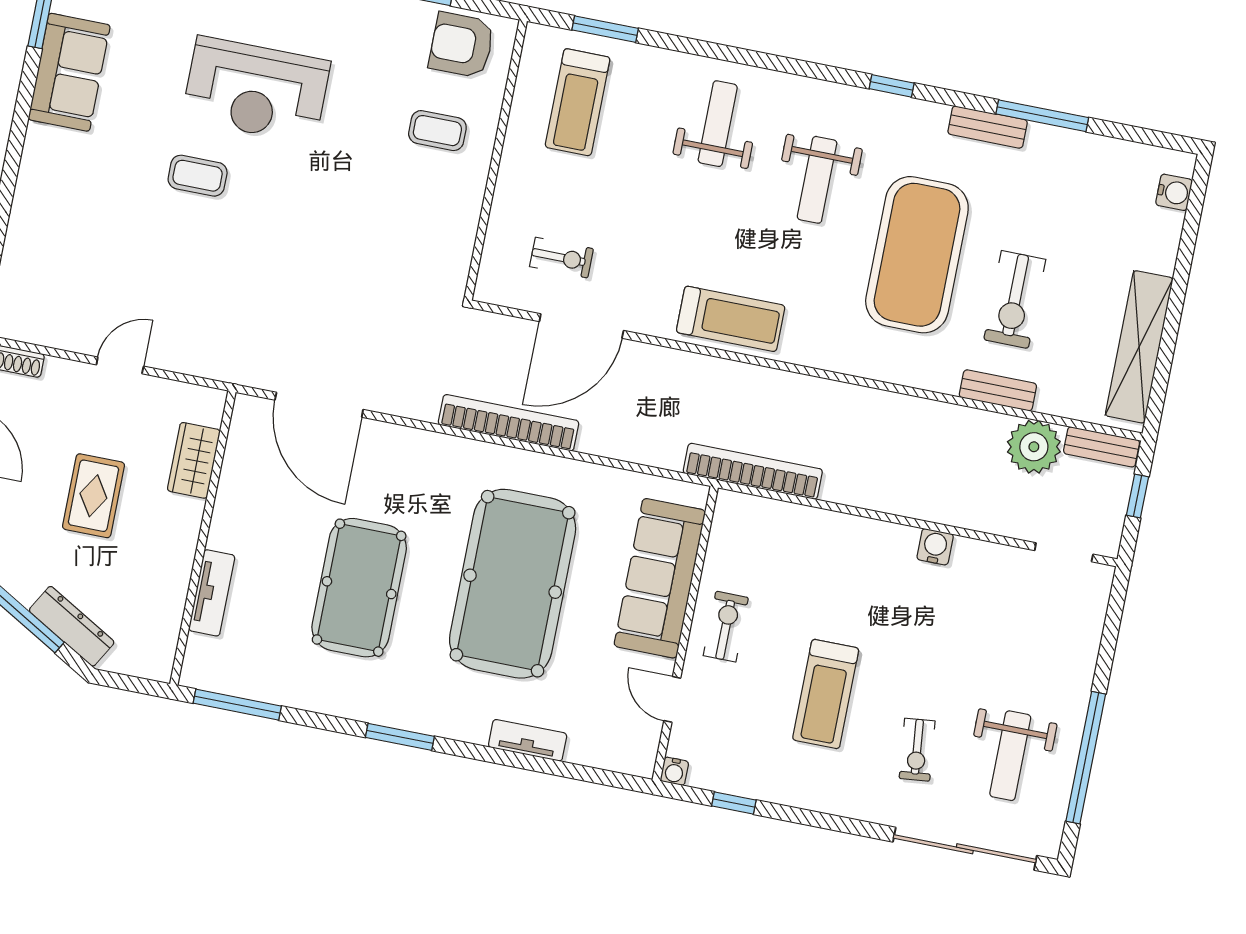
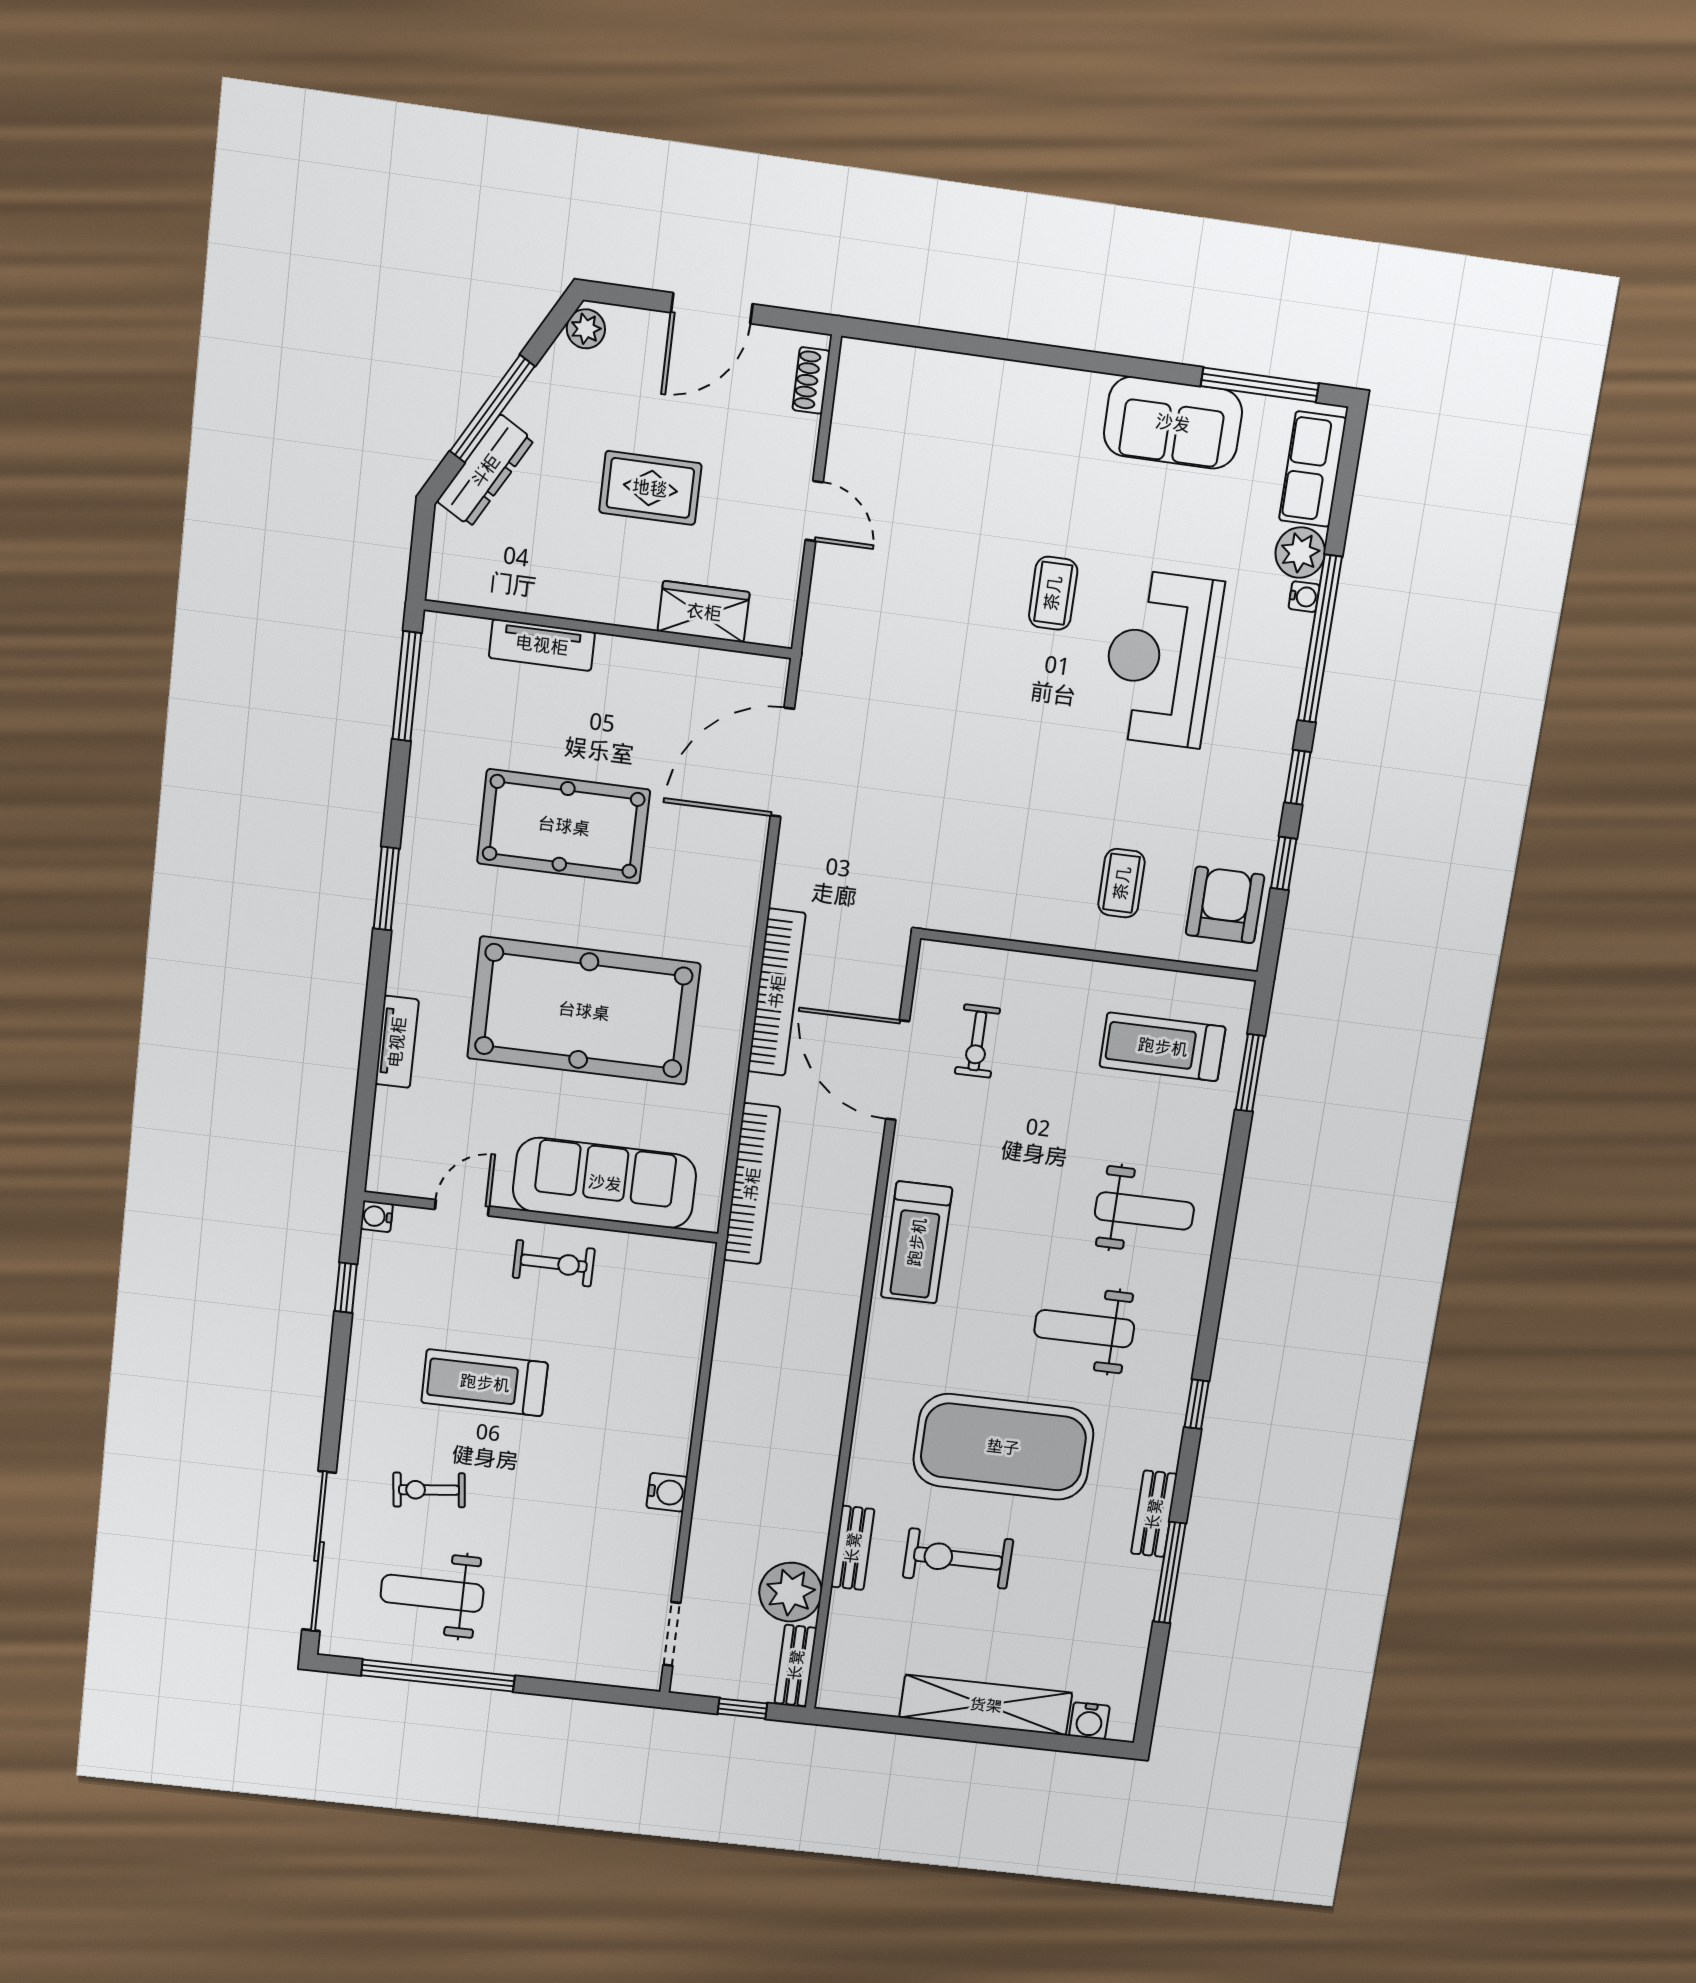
shelving: (1139, 347) -> (986, 1705), moved
bookcase: (753, 471) -> (752, 1184), moved

